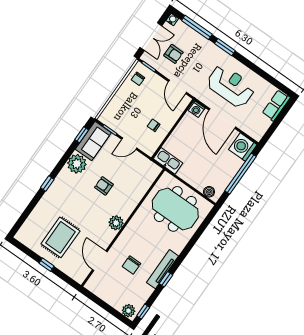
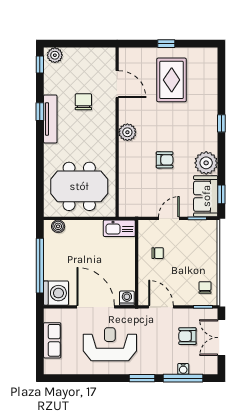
water cooler: (172, 20) -> (183, 369), moved
reception desk: (231, 86) -> (110, 344), turned 180
row of seats: (276, 105) -> (52, 340), moved

